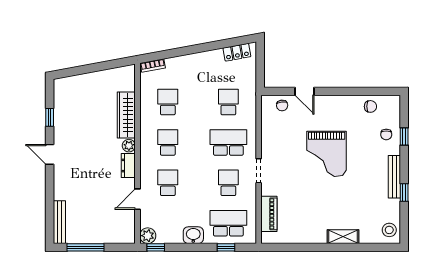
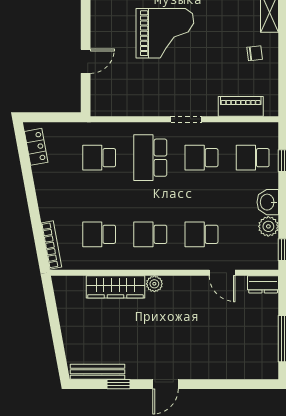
bookcase: (153, 66) -> (51, 245), width x1.56
chair: (282, 105) -> (255, 53), moved
dresser: (128, 165) -> (263, 284), moved
bench: (59, 222) -> (97, 372), moved
school desk: (228, 223) -> (253, 158), width x0.54
plant: (148, 236) -> (268, 226), moved

